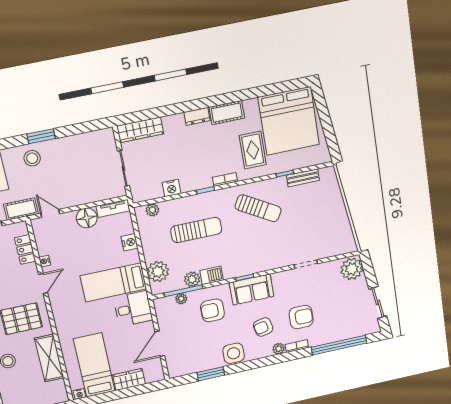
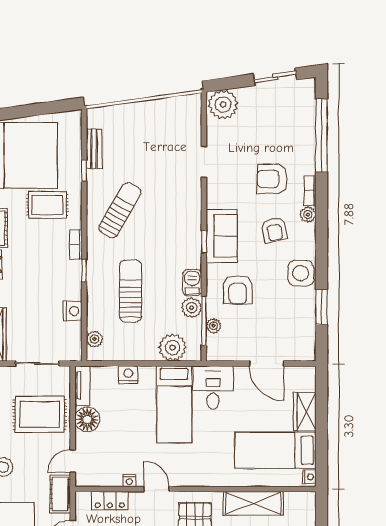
rug: (82, 179) -> (40, 414), added
armchair: (301, 317) -> (272, 179), turned -90

